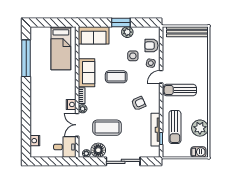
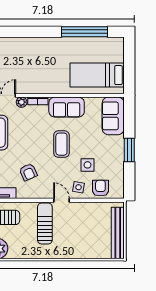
plant: (127, 32) -> (117, 158), removed
nightstand: (71, 104) -> (27, 88), removed

